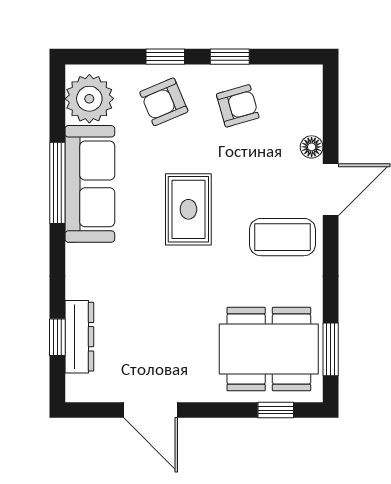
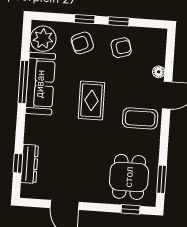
dining table: (269, 349) -> (129, 177), width x0.73

